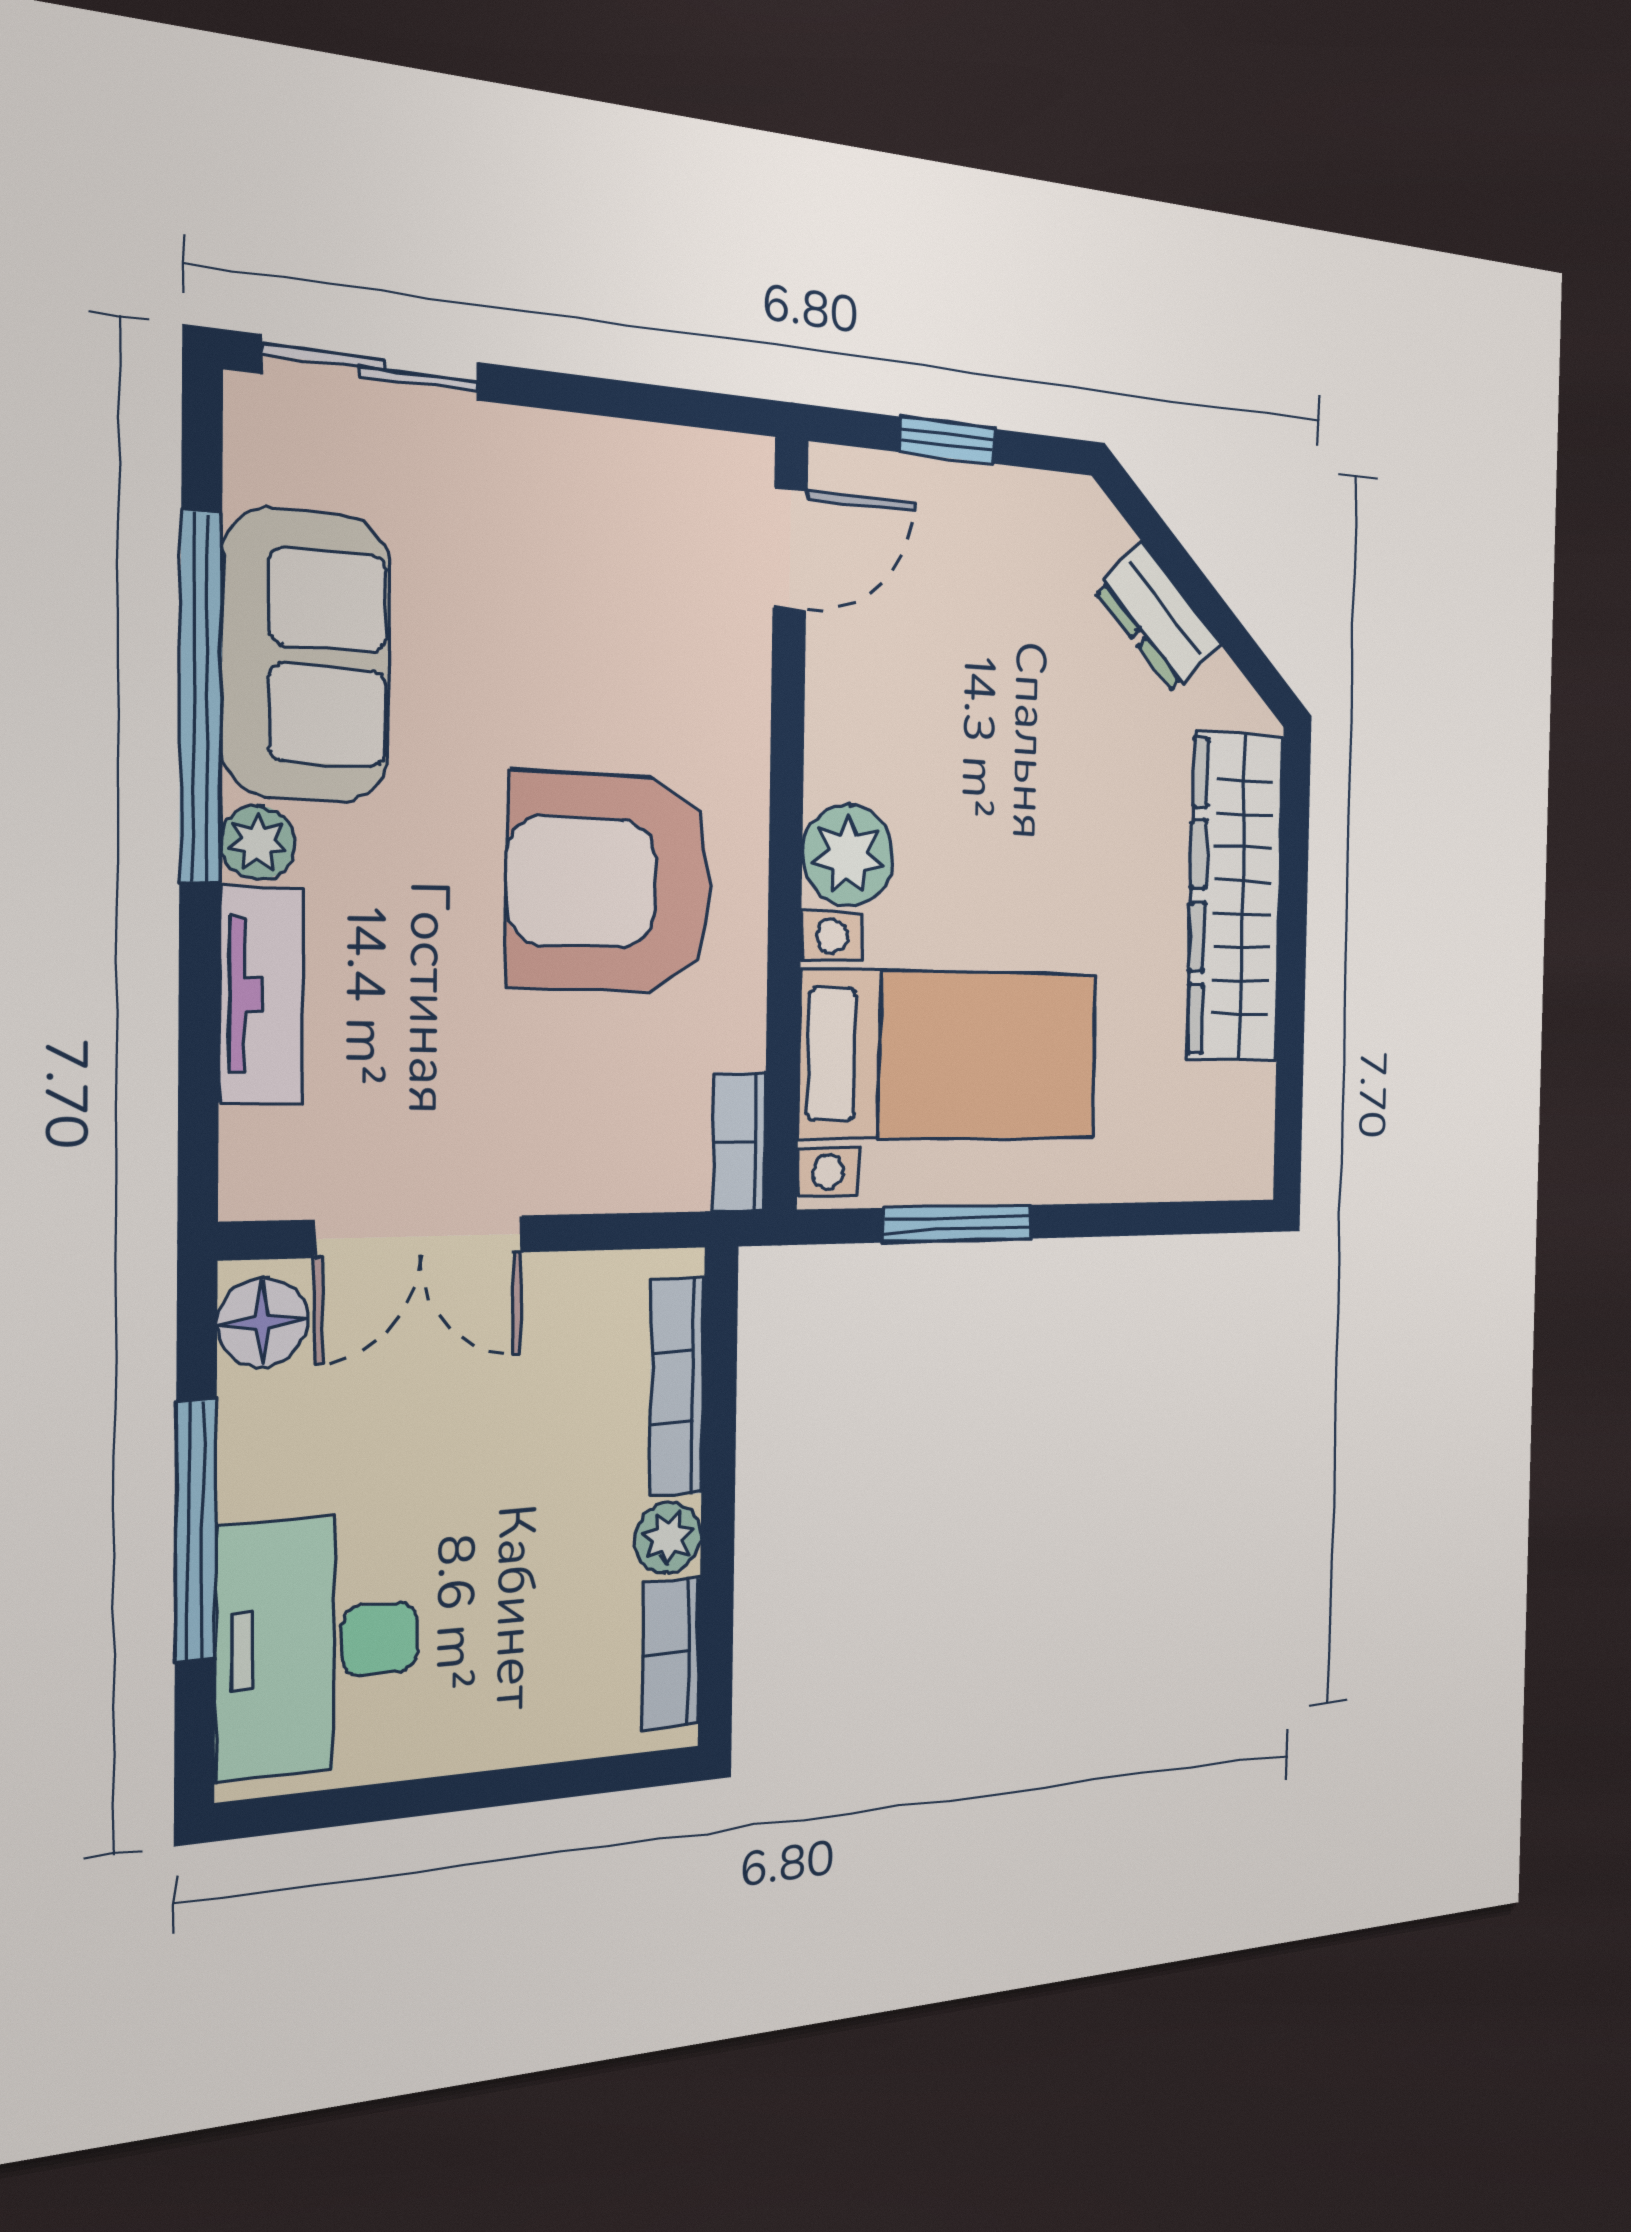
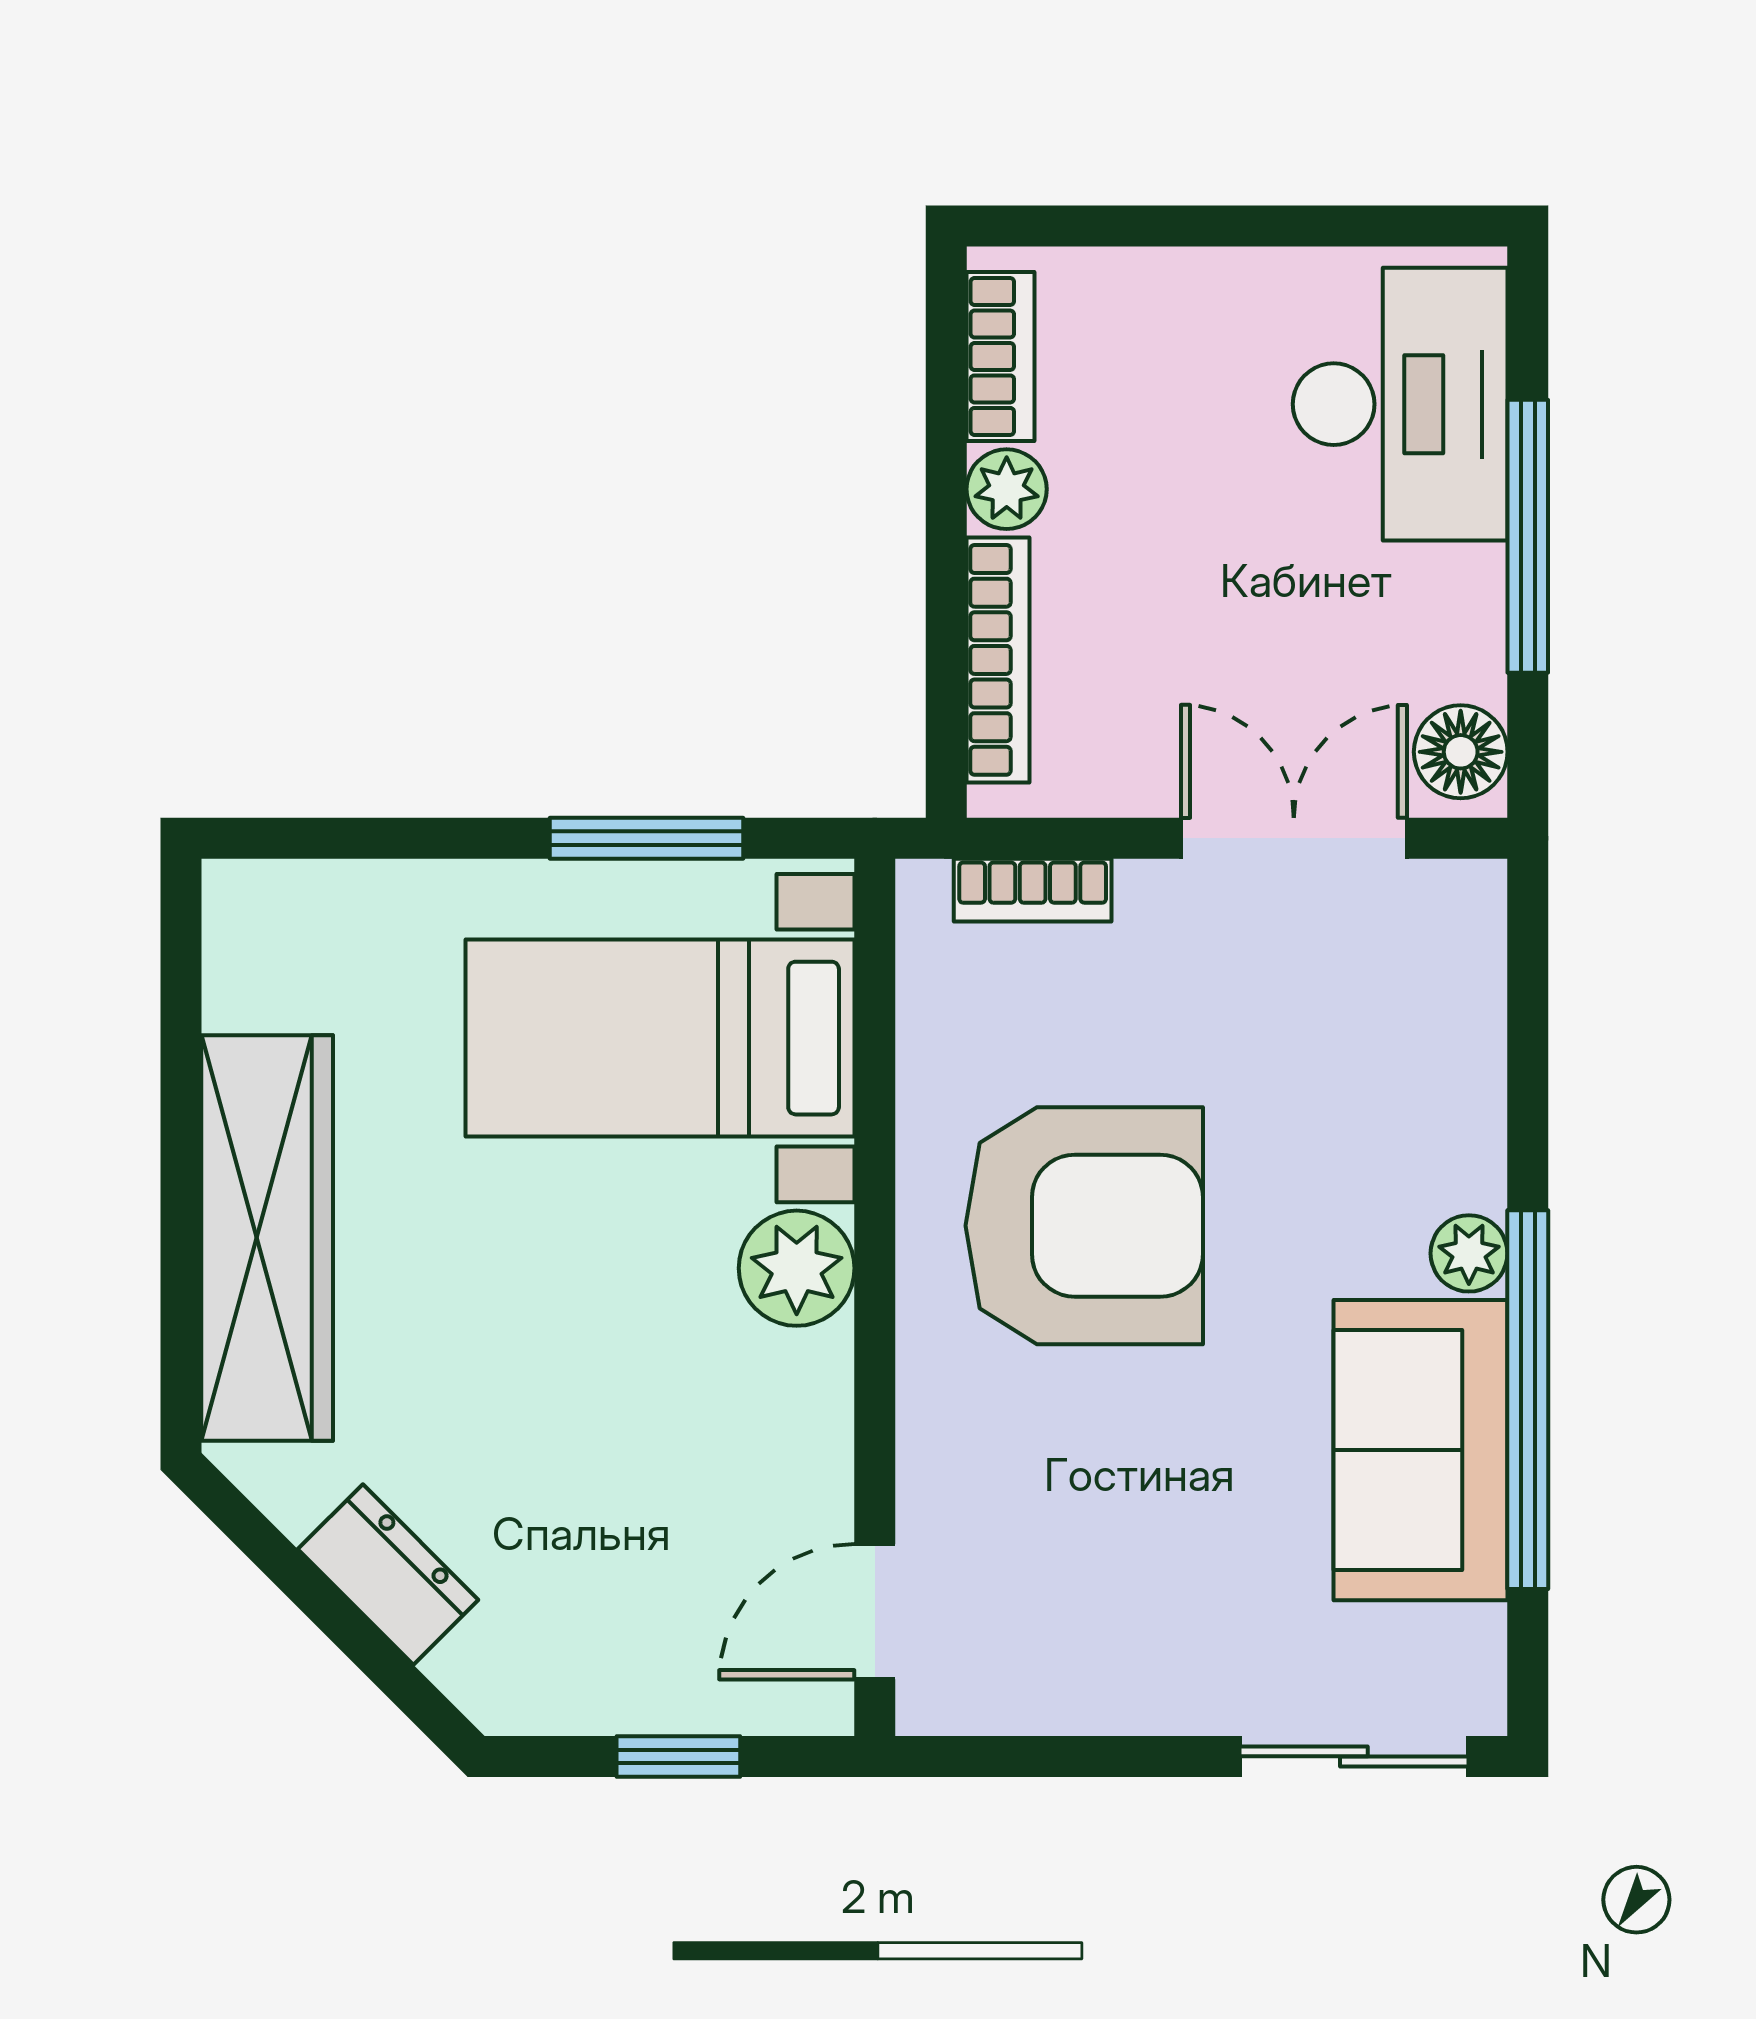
tv unit: (261, 995) -> (1465, 1095), removed
bookcase: (739, 1142) -> (1033, 890), moved, turned 90

